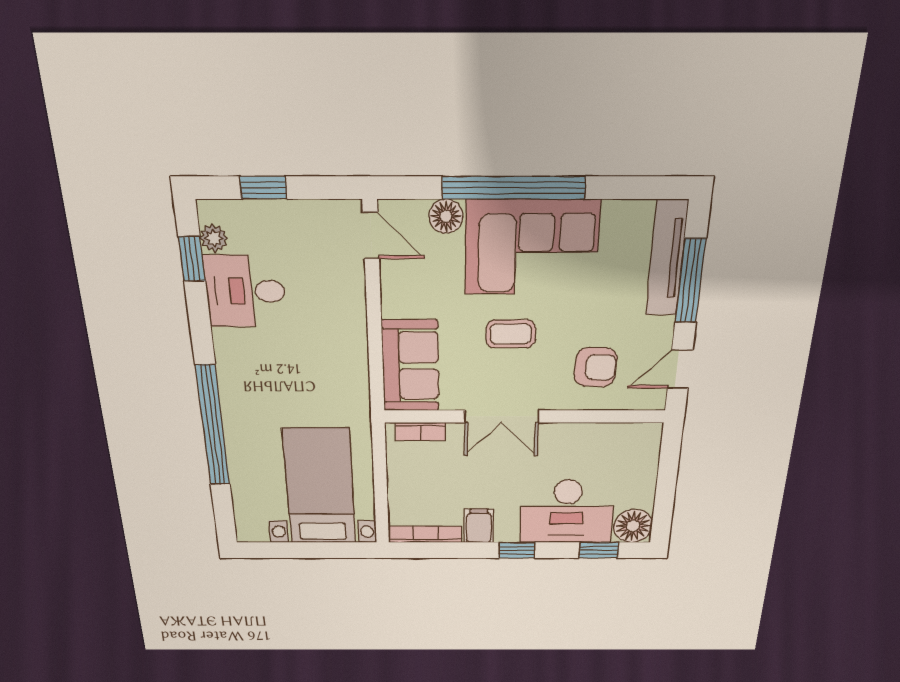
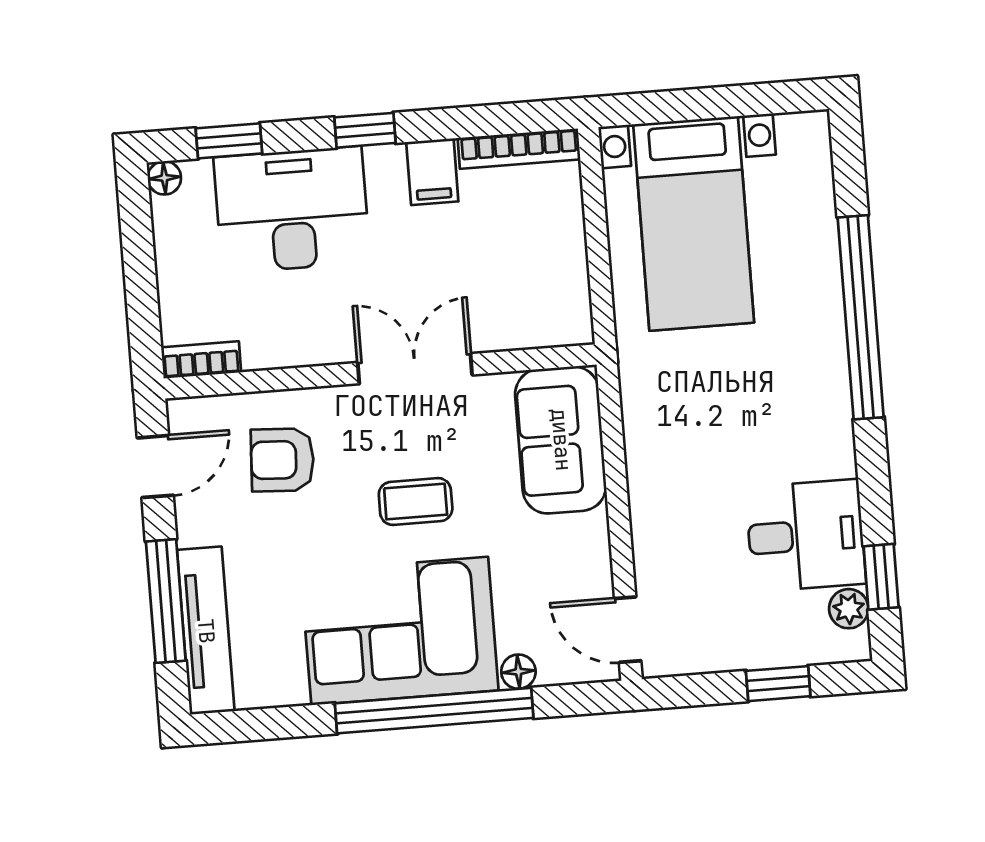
floor lamp: (446, 216) -> (518, 672), width x0.73, depth x0.73
bookcase: (421, 432) -> (201, 360), moved
floor lamp: (633, 526) -> (164, 178), width x0.53, depth x0.53

